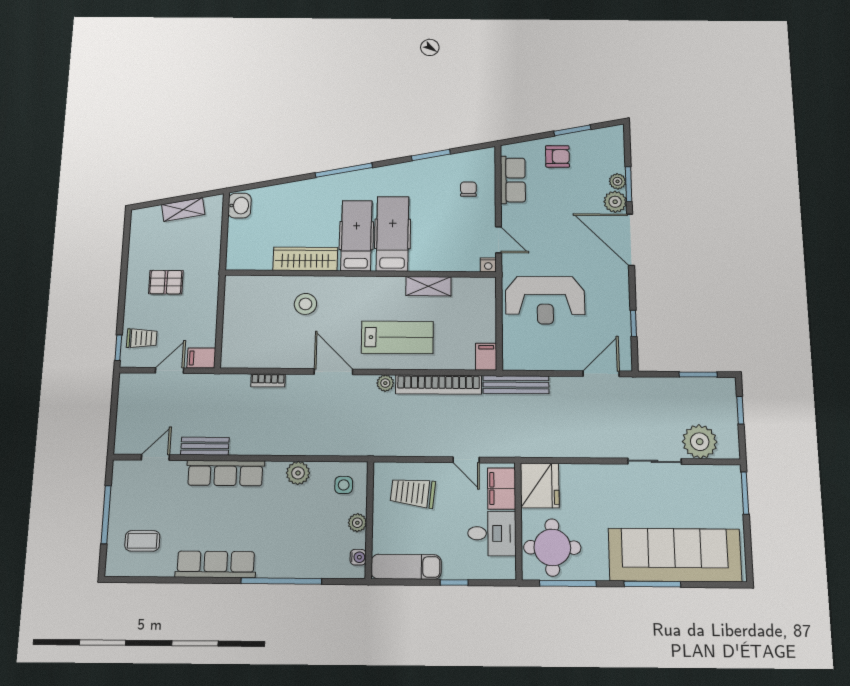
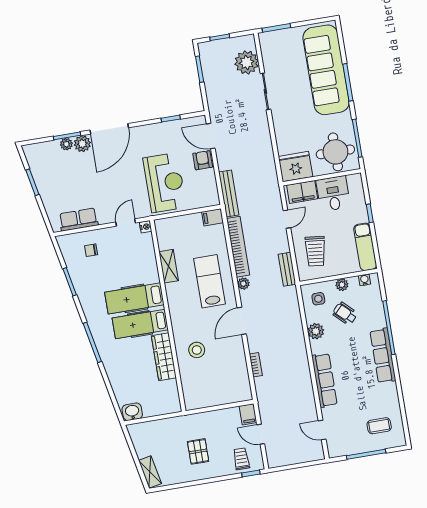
armchair: (558, 156) -> (203, 160), moved
shelving: (183, 209) -> (150, 472), moved
bench: (205, 446) -> (287, 269), moved
wheelchair: (315, 520) -> (345, 314), added
coffee table: (142, 541) -> (379, 426), turned 90
row of seats: (216, 564) -> (383, 356), moved

